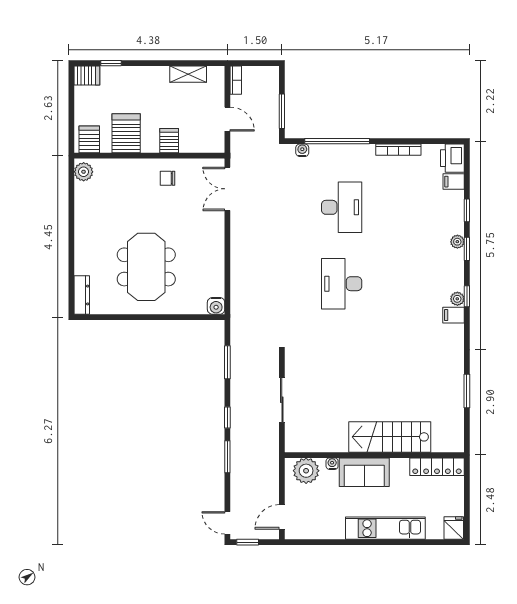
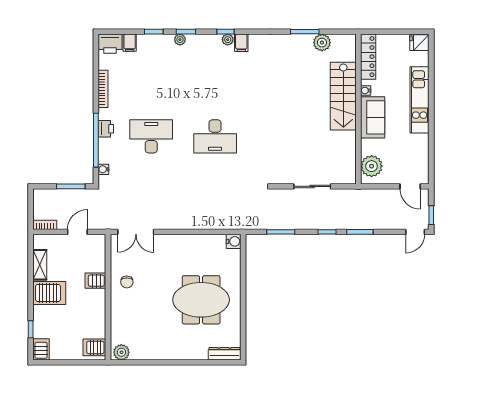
server rack: (126, 133) -> (49, 293), moved, turned 180
printer: (351, 153) -> (106, 129), added
plant: (454, 411) -> (322, 43), added
water cooler: (332, 464) -> (366, 90), moved

